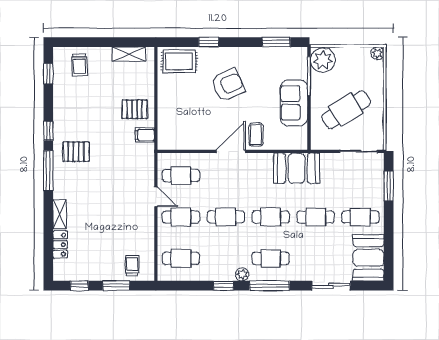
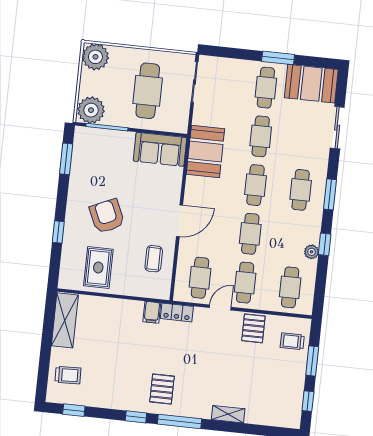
plant: (377, 53) -> (95, 57), width x1.88, depth x1.88
shelving: (129, 54) -> (65, 320), width x1.50, depth x1.33
rug: (179, 61) -> (98, 268), moved
sofa: (294, 103) -> (160, 149), moved
pallet: (134, 109) -> (253, 328), moved
cafe table: (346, 110) -> (148, 91), turned 32
coffee table: (256, 135) -> (154, 259), moved, turned 90
door: (231, 151) -> (180, 221), swing flipped
window: (389, 186) -> (278, 58), moved
locker: (60, 245) -> (177, 312), moved, turned 180
plant: (242, 274) -> (312, 252), moved
window: (270, 286) -> (330, 194), width x0.69

